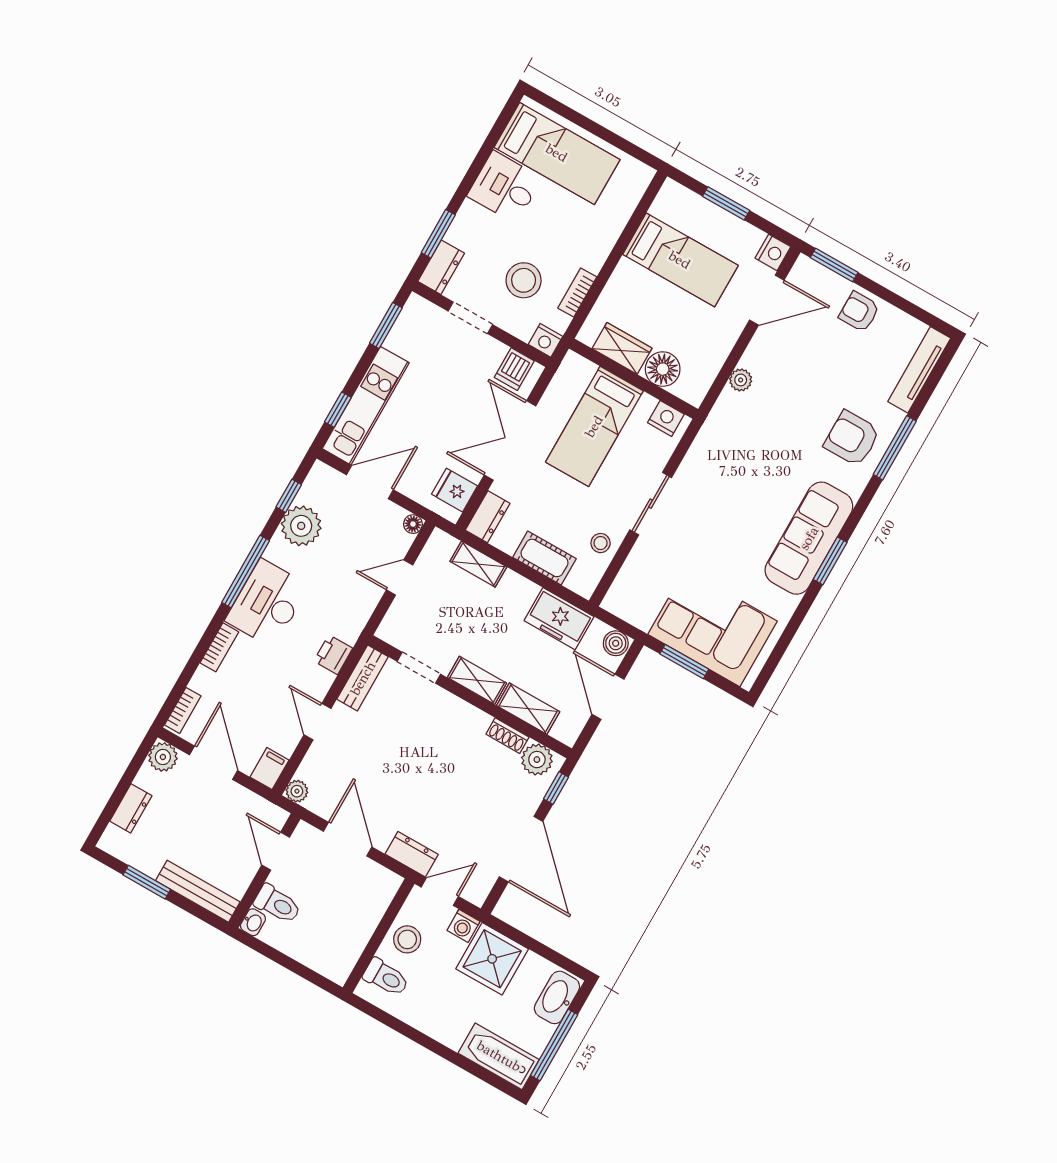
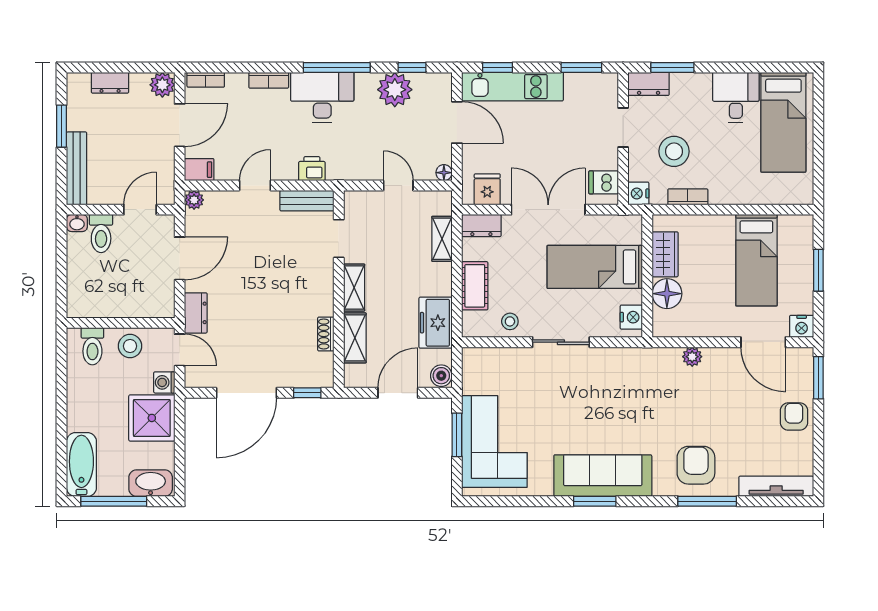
plant: (537, 760) -> (320, 366), removed

